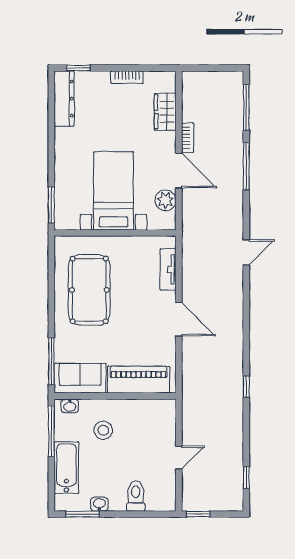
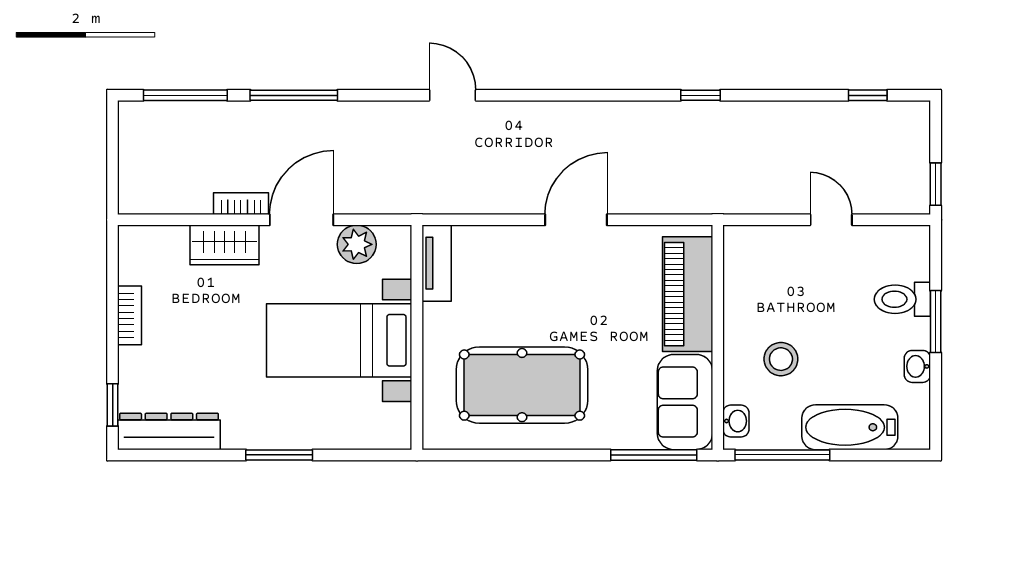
wardrobe: (165, 112) -> (225, 245), moved
window: (51, 205) -> (279, 455), moved
tv unit: (168, 269) -> (437, 263), moved, turned -90
window: (82, 514) -> (936, 322), moved

